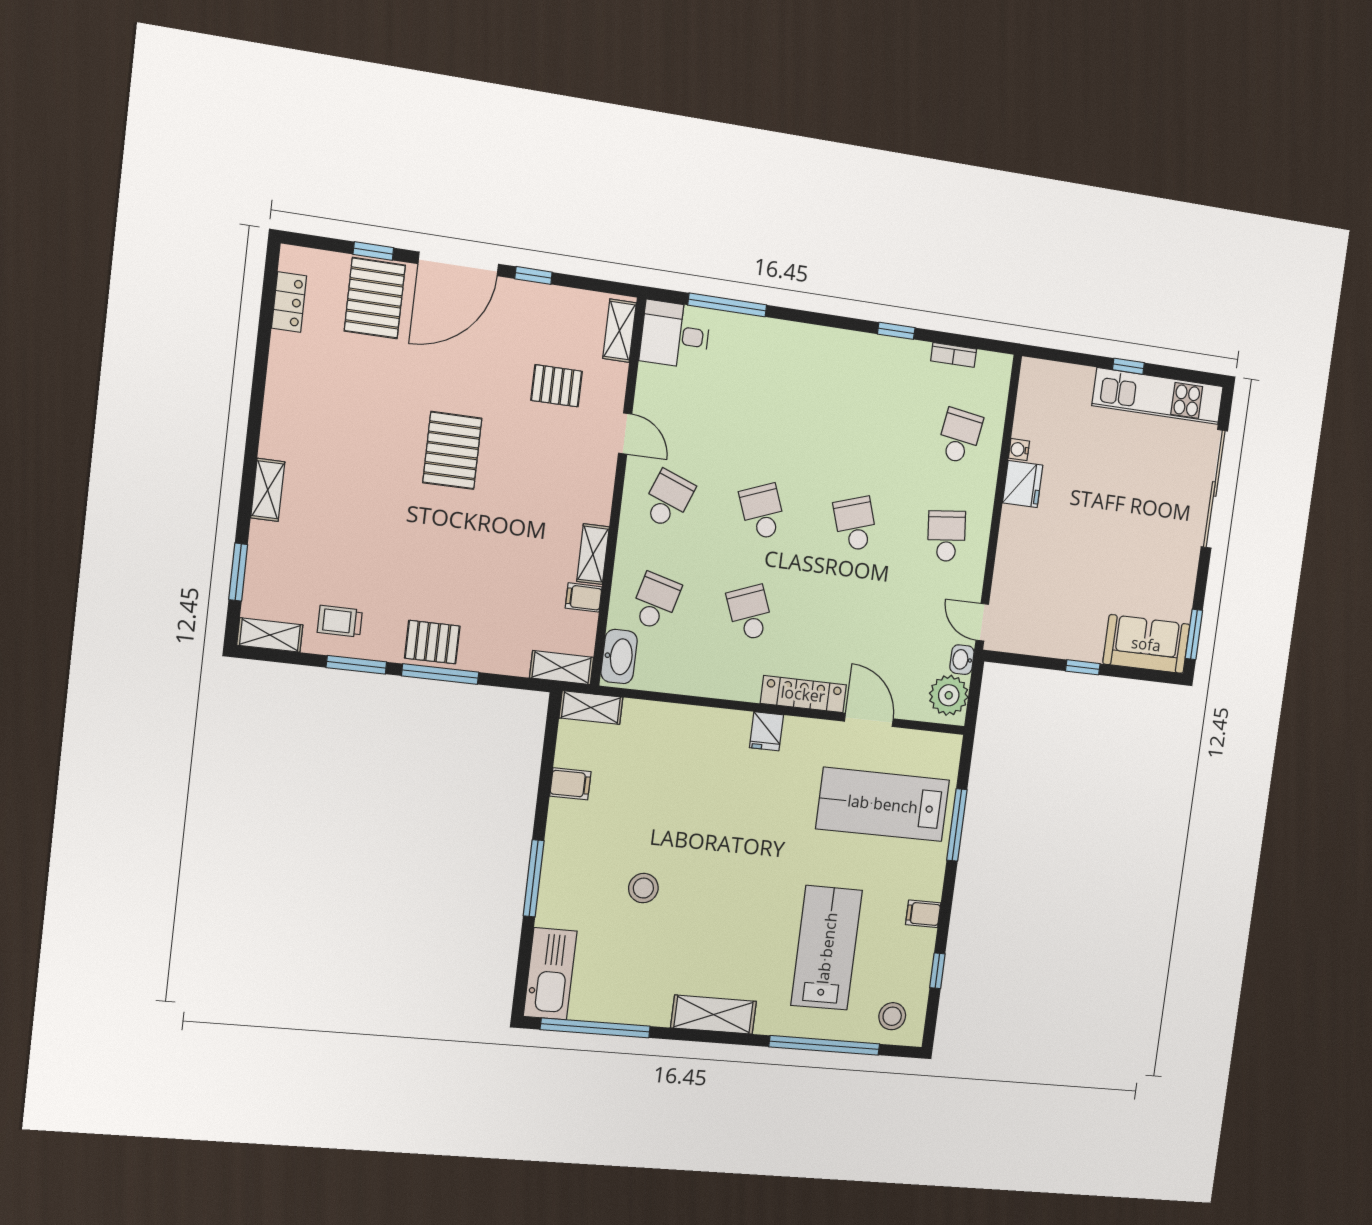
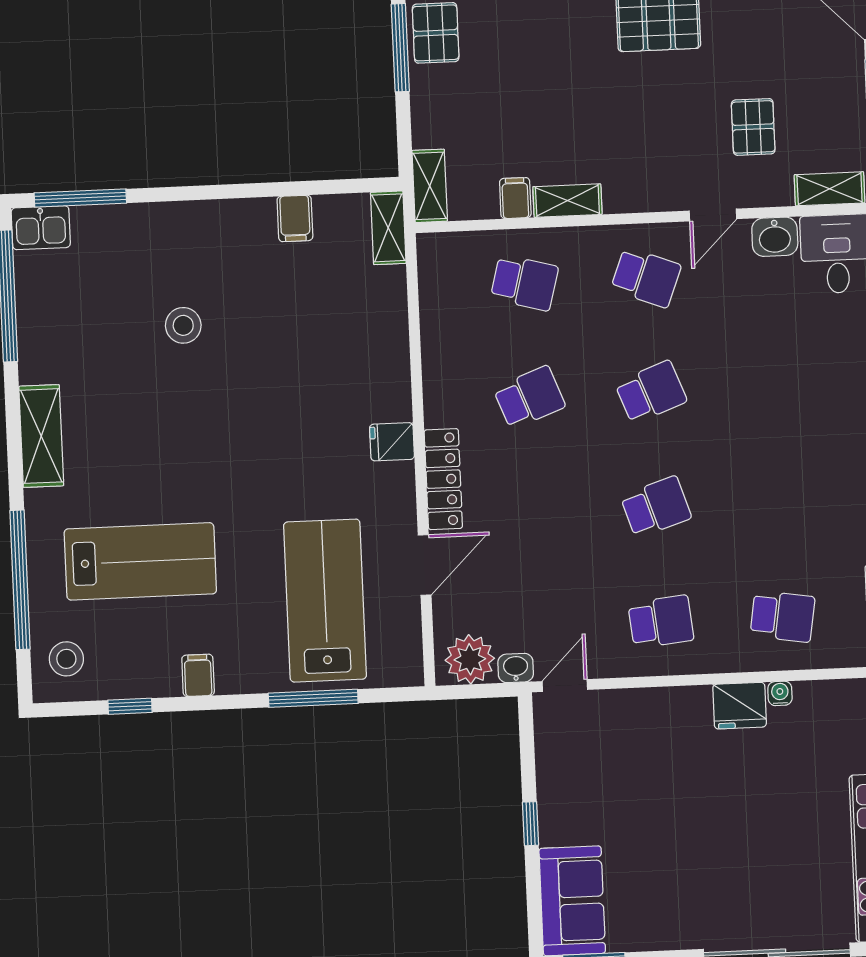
washbasin: (619, 657) -> (775, 237), moved, width x0.72
window: (534, 878) -> (80, 198), moved
kitchen sink: (550, 974) -> (41, 228), width x0.53, depth x0.81

